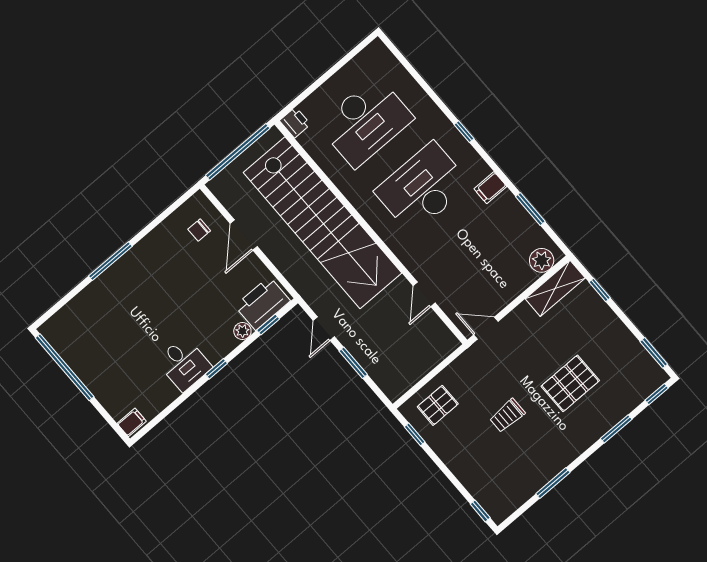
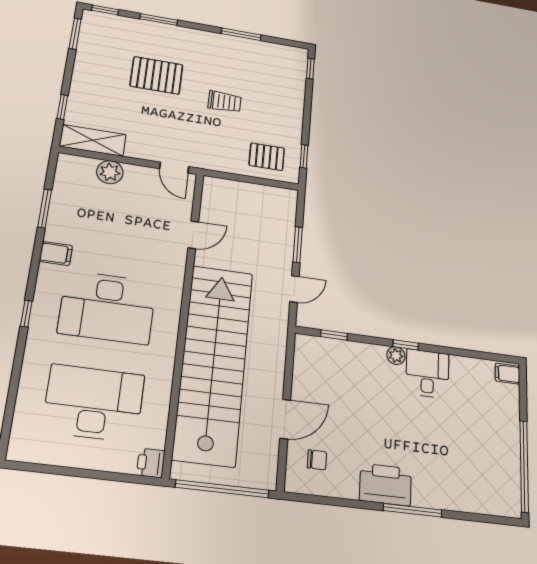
plant: (542, 260) -> (110, 172), moved
printer: (262, 303) -> (385, 485), moved, turned 180
plant: (242, 331) -> (396, 356), moved

